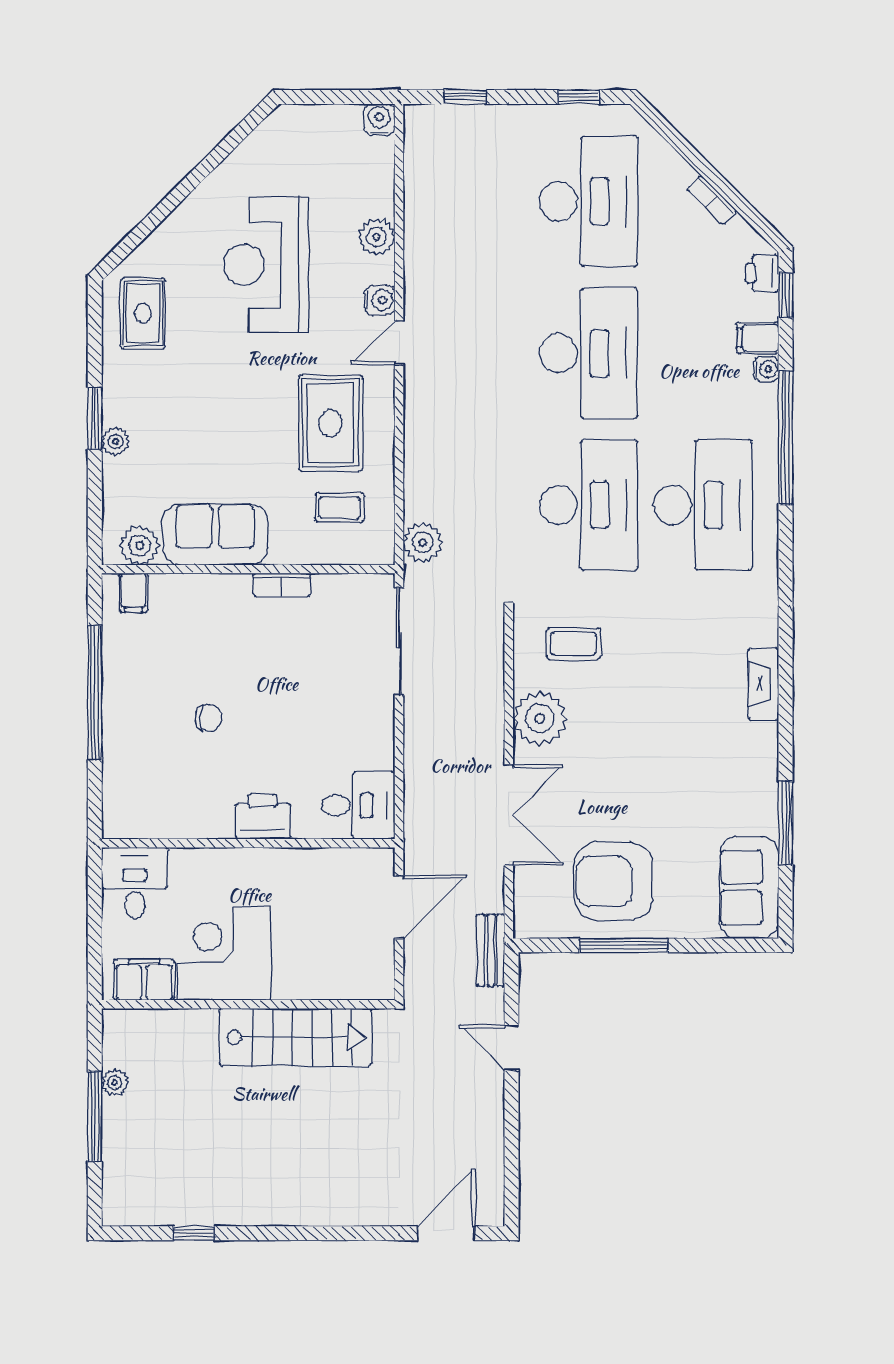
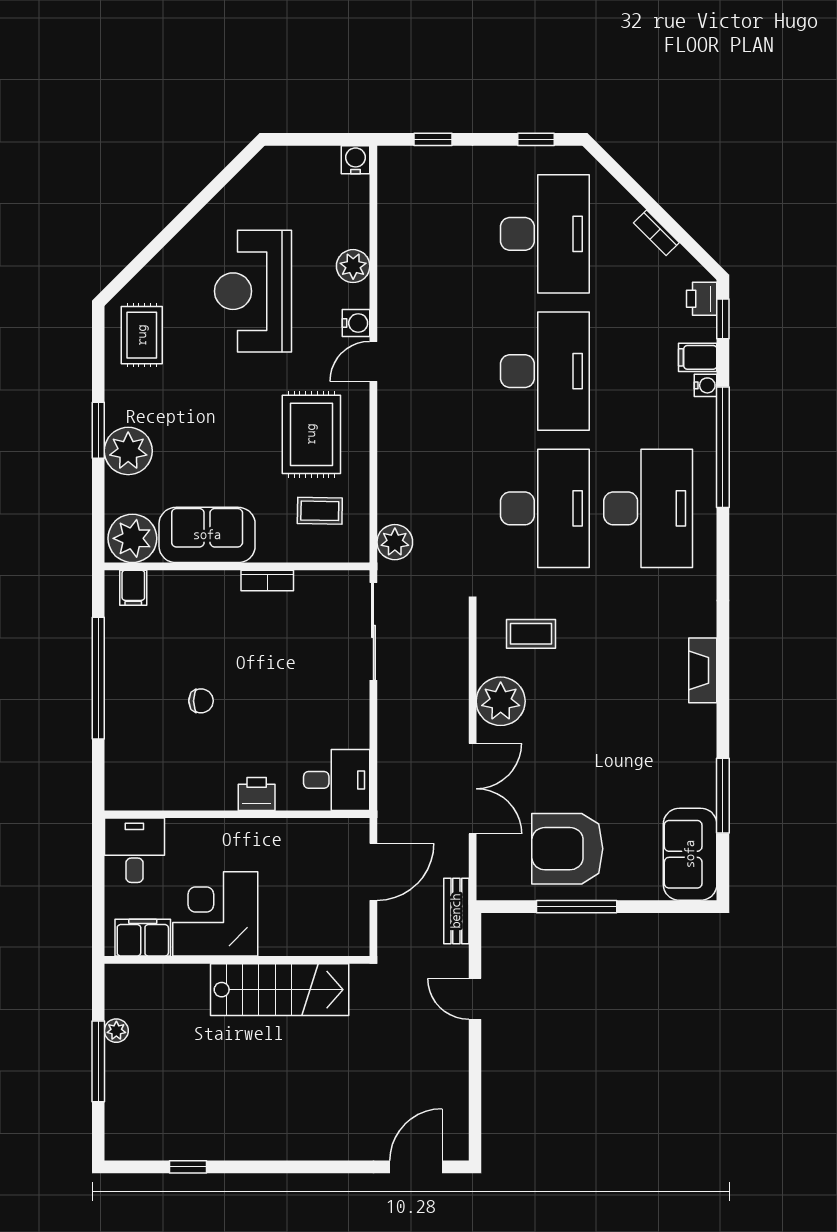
plant: (116, 442) -> (128, 451), width x1.88, depth x1.88
plant: (140, 545) -> (132, 538), width x1.36, depth x1.36
printer: (263, 816) -> (257, 794), width x0.73, depth x0.81

